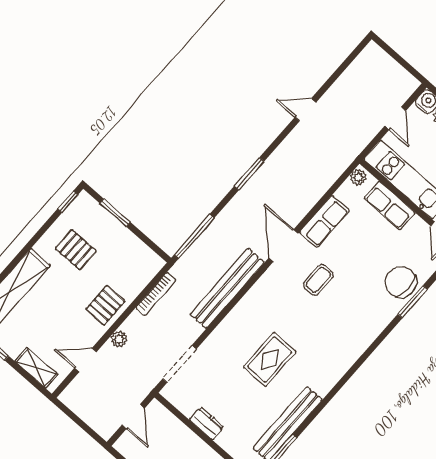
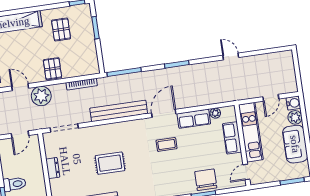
plant: (358, 177) -> (215, 113), moved
pallet: (105, 305) -> (52, 69), turned 90
plant: (119, 339) -> (41, 96), width x1.87, depth x1.87

